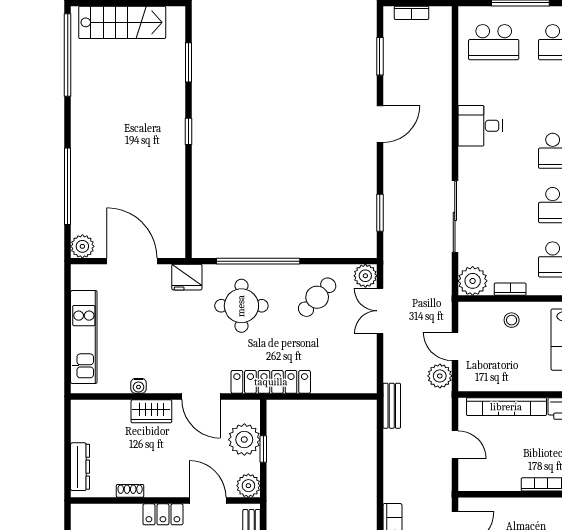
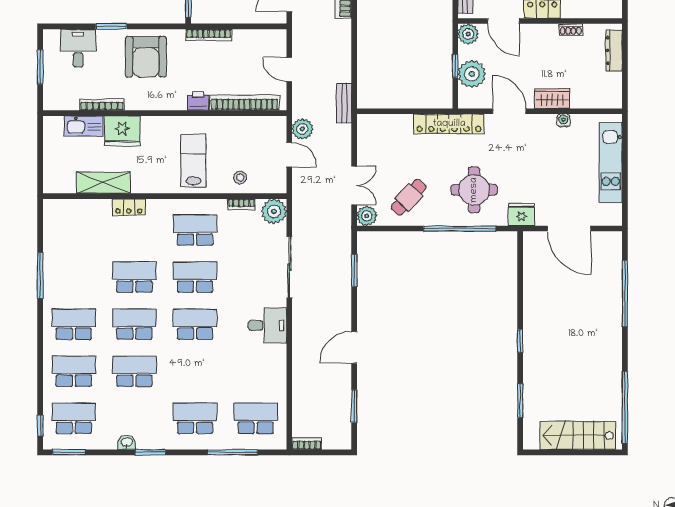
bookcase: (412, 13) -> (307, 444), moved
desk: (480, 126) -> (267, 325), moved
plant: (82, 246) -> (612, 241), removed

